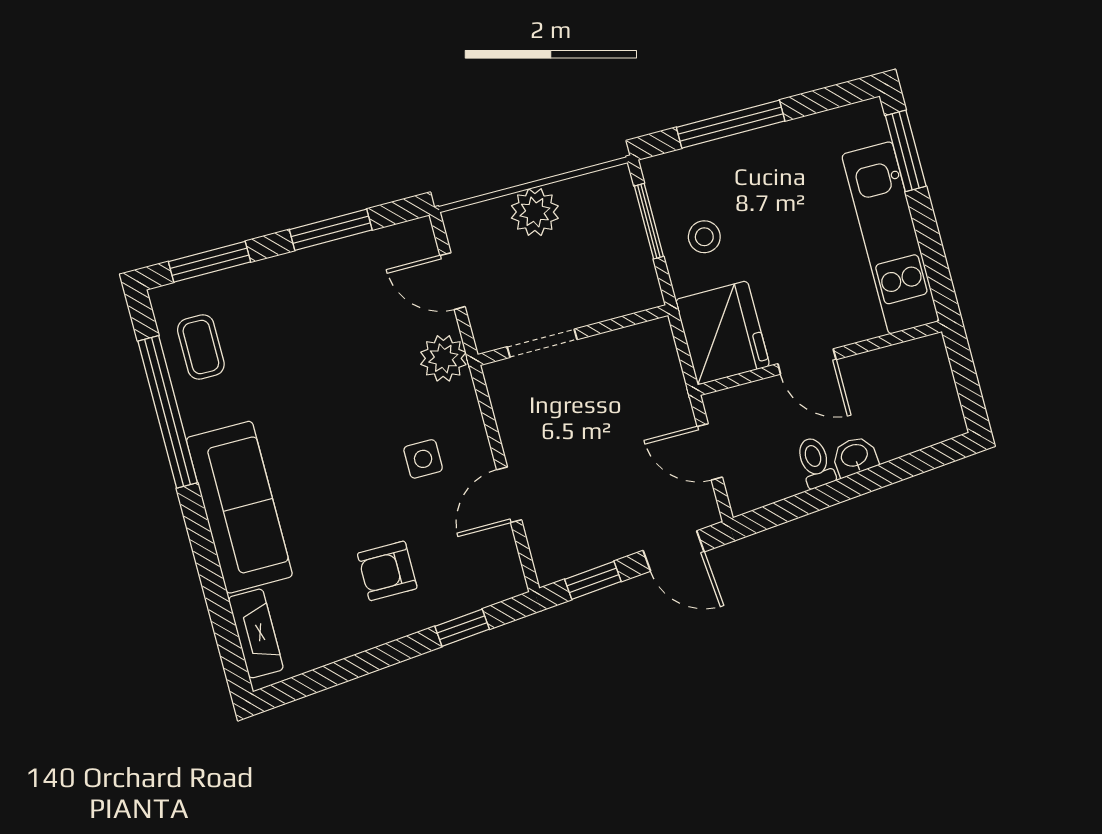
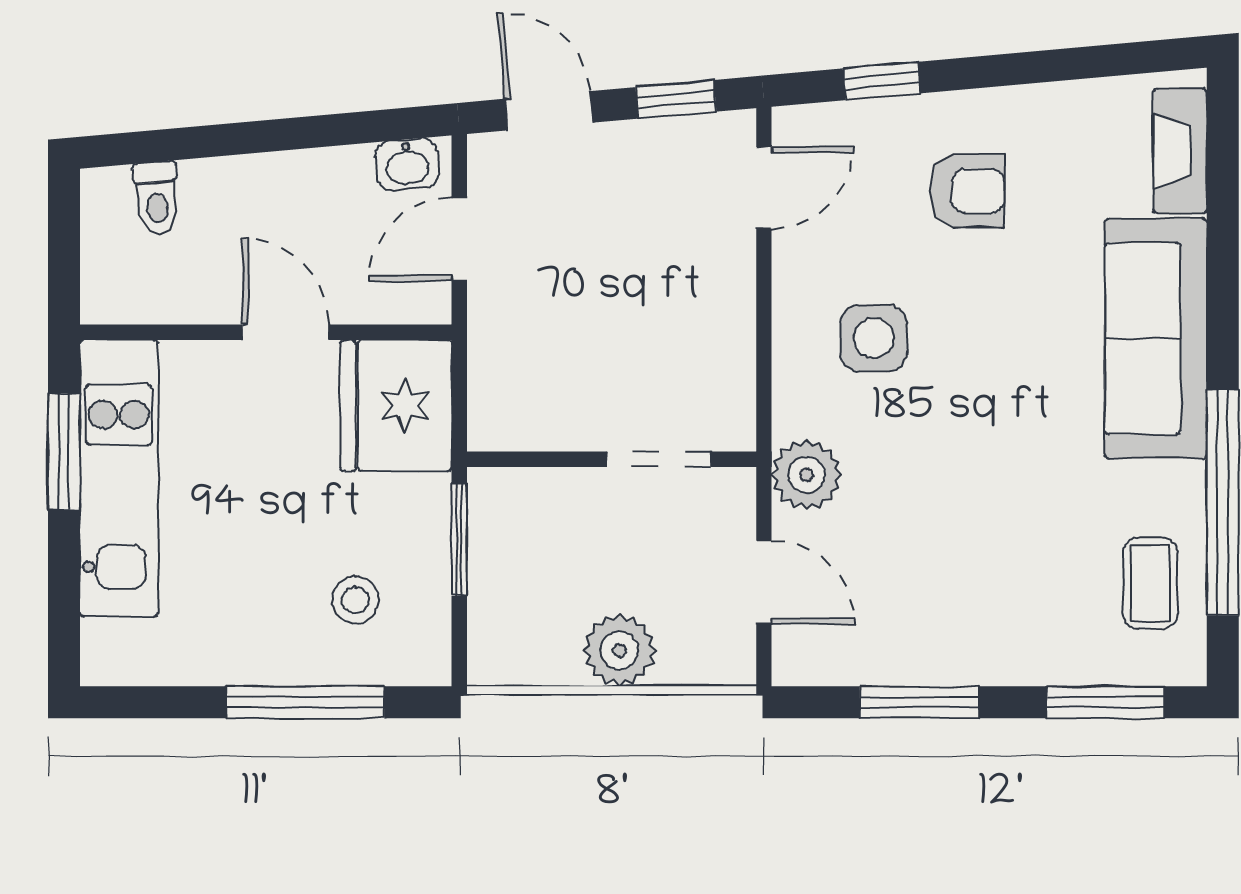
window: (906, 151) -> (64, 452), moved
window: (649, 221) -> (459, 540), moved
stool: (704, 237) -> (355, 600), moved
door: (710, 452) -> (459, 240), swing flipped
washbasin: (855, 456) -> (407, 164), moved
side table: (423, 459) -> (874, 338), width x1.37, depth x1.37
toilet: (815, 462) -> (157, 198), moved
door: (509, 495) -> (764, 188), moved

